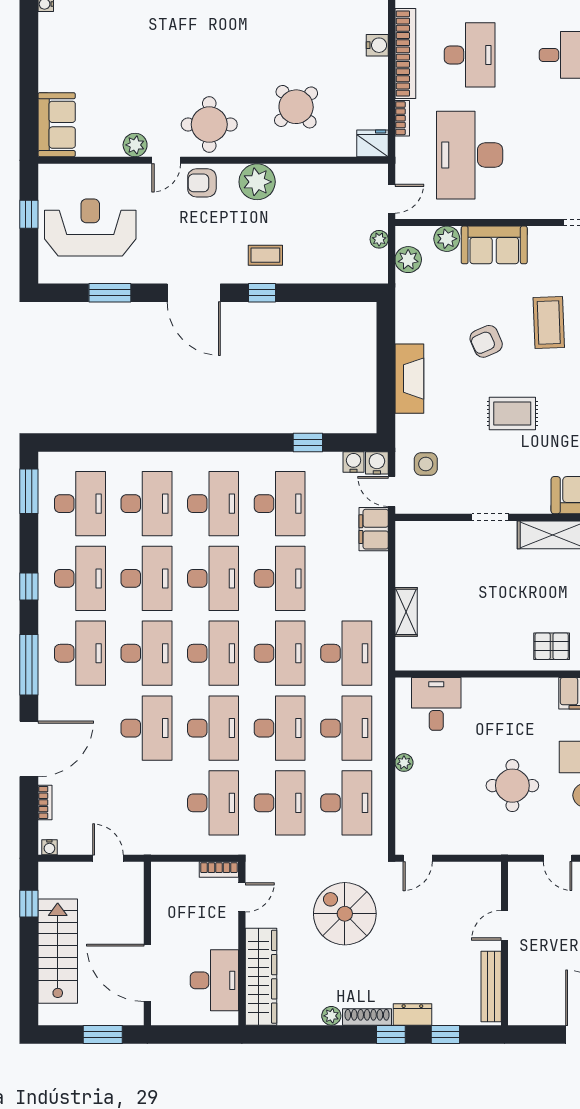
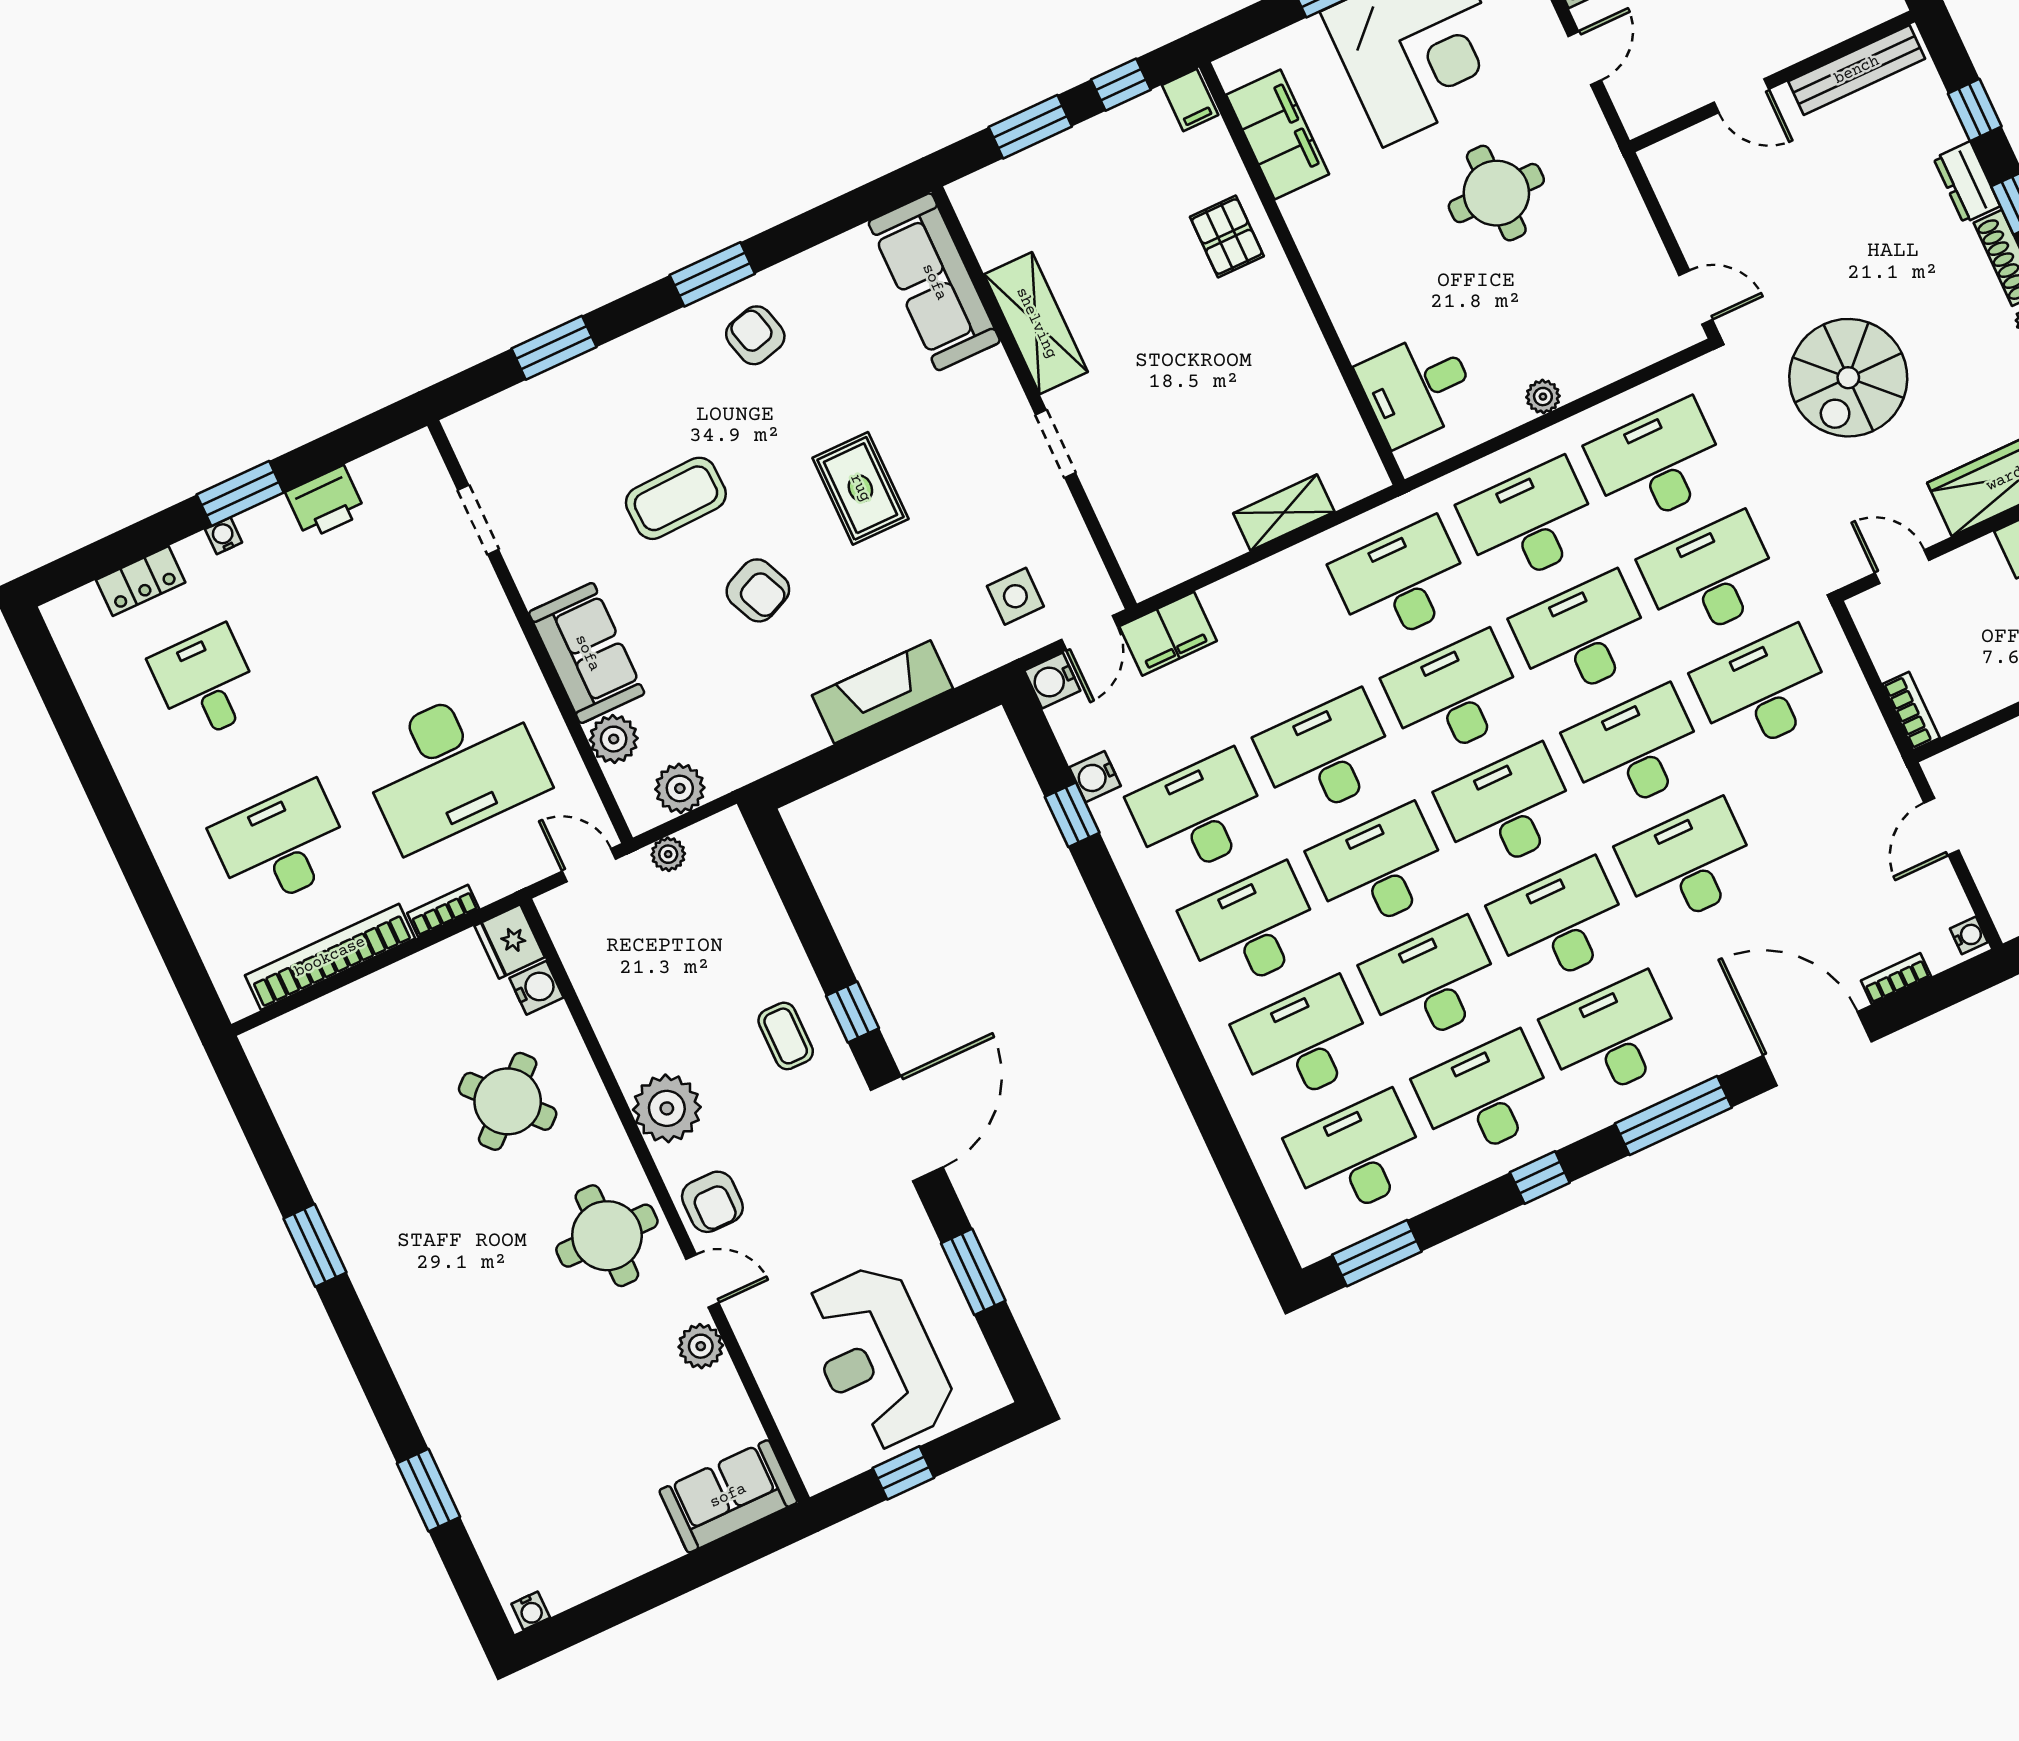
water cooler: (377, 45) -> (536, 988), moved, turned 90
water cooler: (354, 462) -> (1095, 777), moved
bookcase: (219, 869) -> (1911, 711), moved

